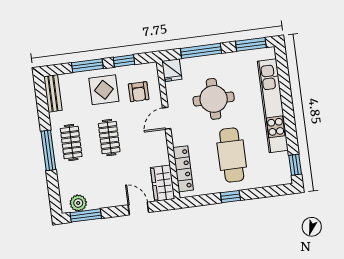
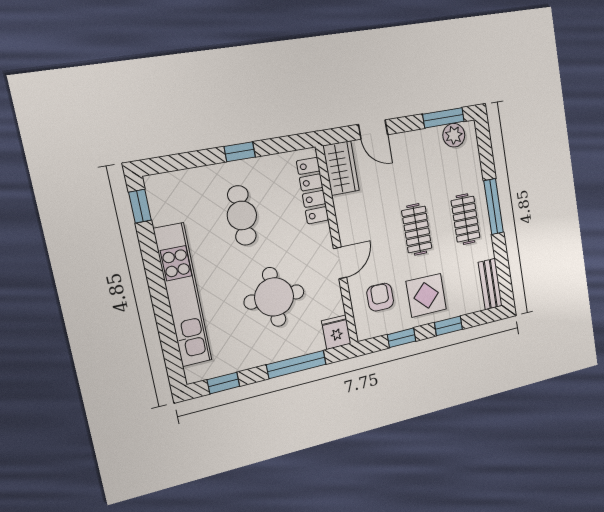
window: (251, 44) -> (223, 383), width x0.67
window: (87, 66) -> (448, 326), width x0.67
cafe table: (232, 155) -> (242, 215), width x0.73, depth x0.74

